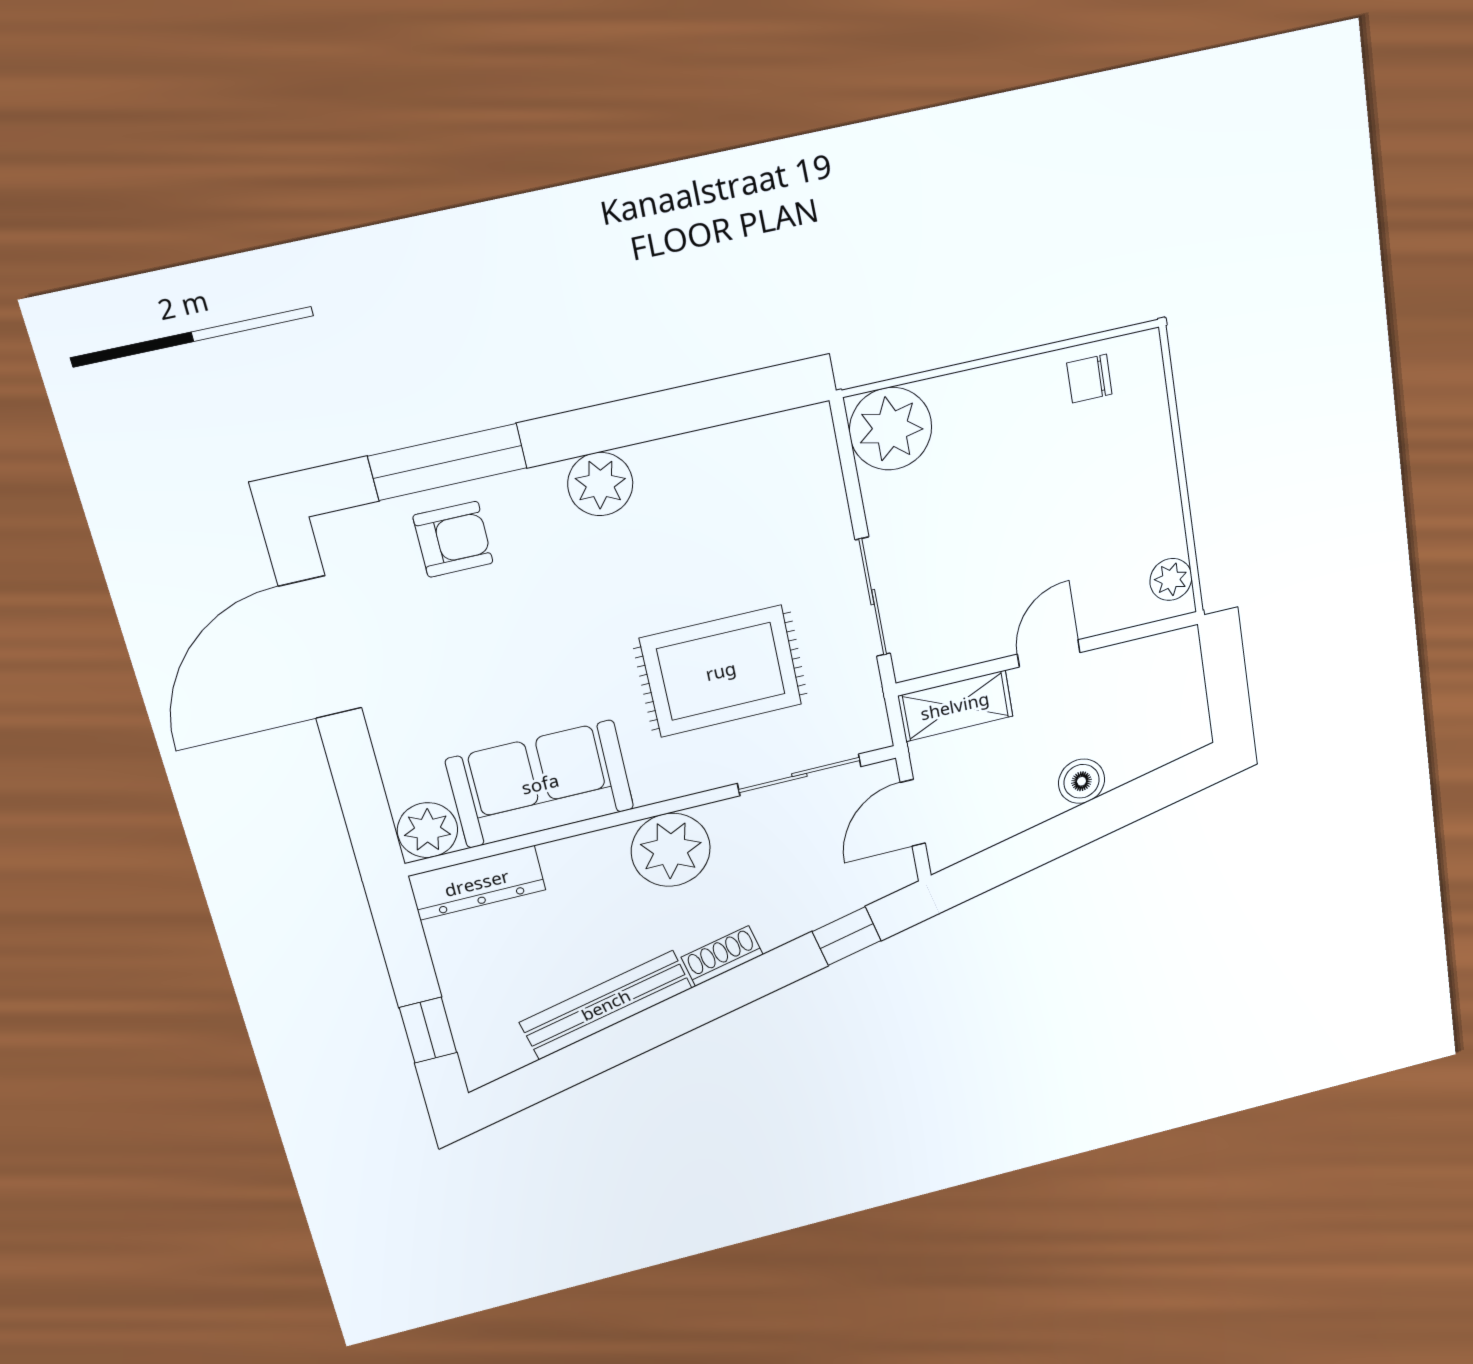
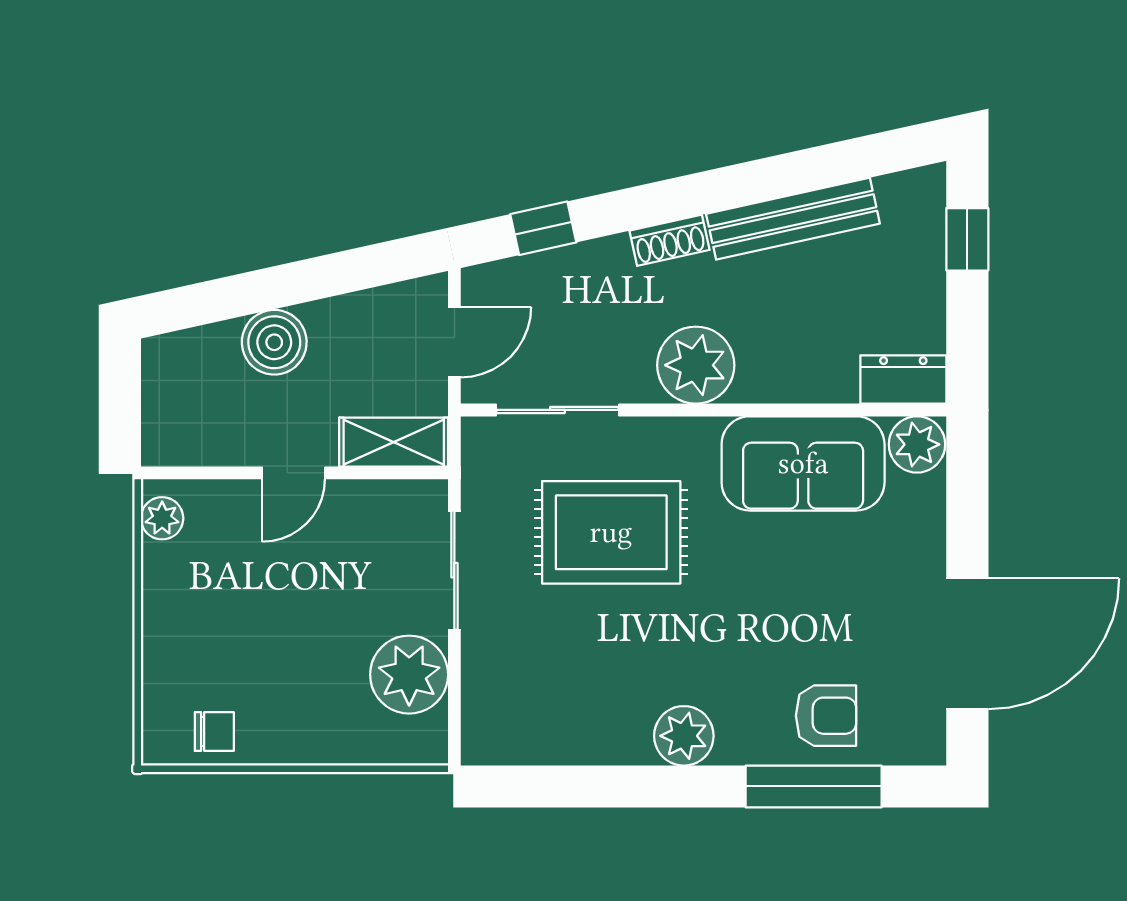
plant: (891, 429) -> (409, 675), moved
armchair: (453, 539) -> (826, 716), turned 180
boiler: (1082, 781) -> (274, 342), width x1.36, depth x1.36
dresser: (477, 883) -> (903, 379), width x0.70

